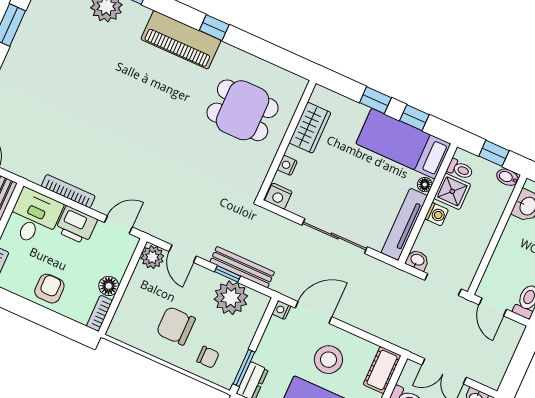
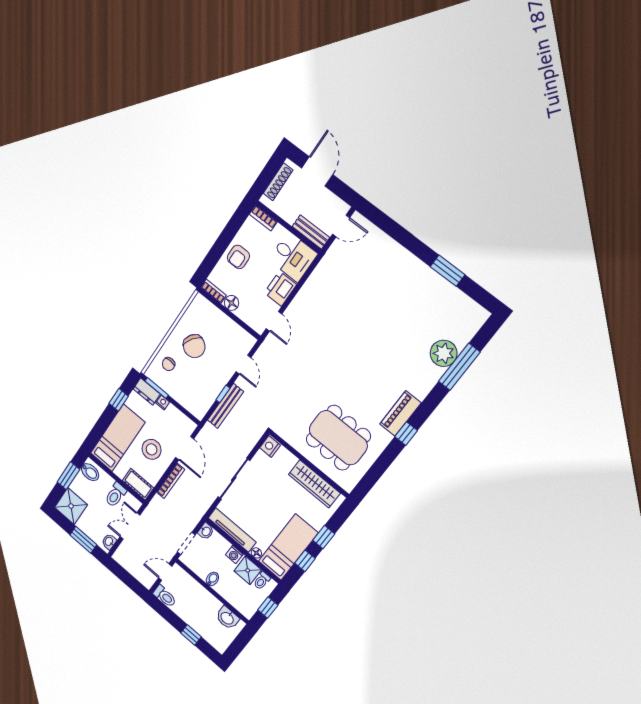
piano: (181, 40) -> (400, 413), width x0.73, depth x0.75
dining table: (243, 110) -> (338, 438), width x1.38
wardrobe: (310, 128) -> (314, 484), width x1.50
nightstand: (287, 165) -> (291, 459), removed
bidet: (507, 177) -> (212, 579), moved
bookcase: (68, 191) -> (171, 481), moved
door: (183, 254) -> (243, 365), swing flipped
plant: (152, 257) -> (246, 341), removed
armchair: (49, 289) -> (238, 257), turned 90
plant: (231, 298) -> (206, 392), removed
nightstand: (281, 310) -> (163, 402), moved
chair: (176, 326) -> (194, 346), turned 124

